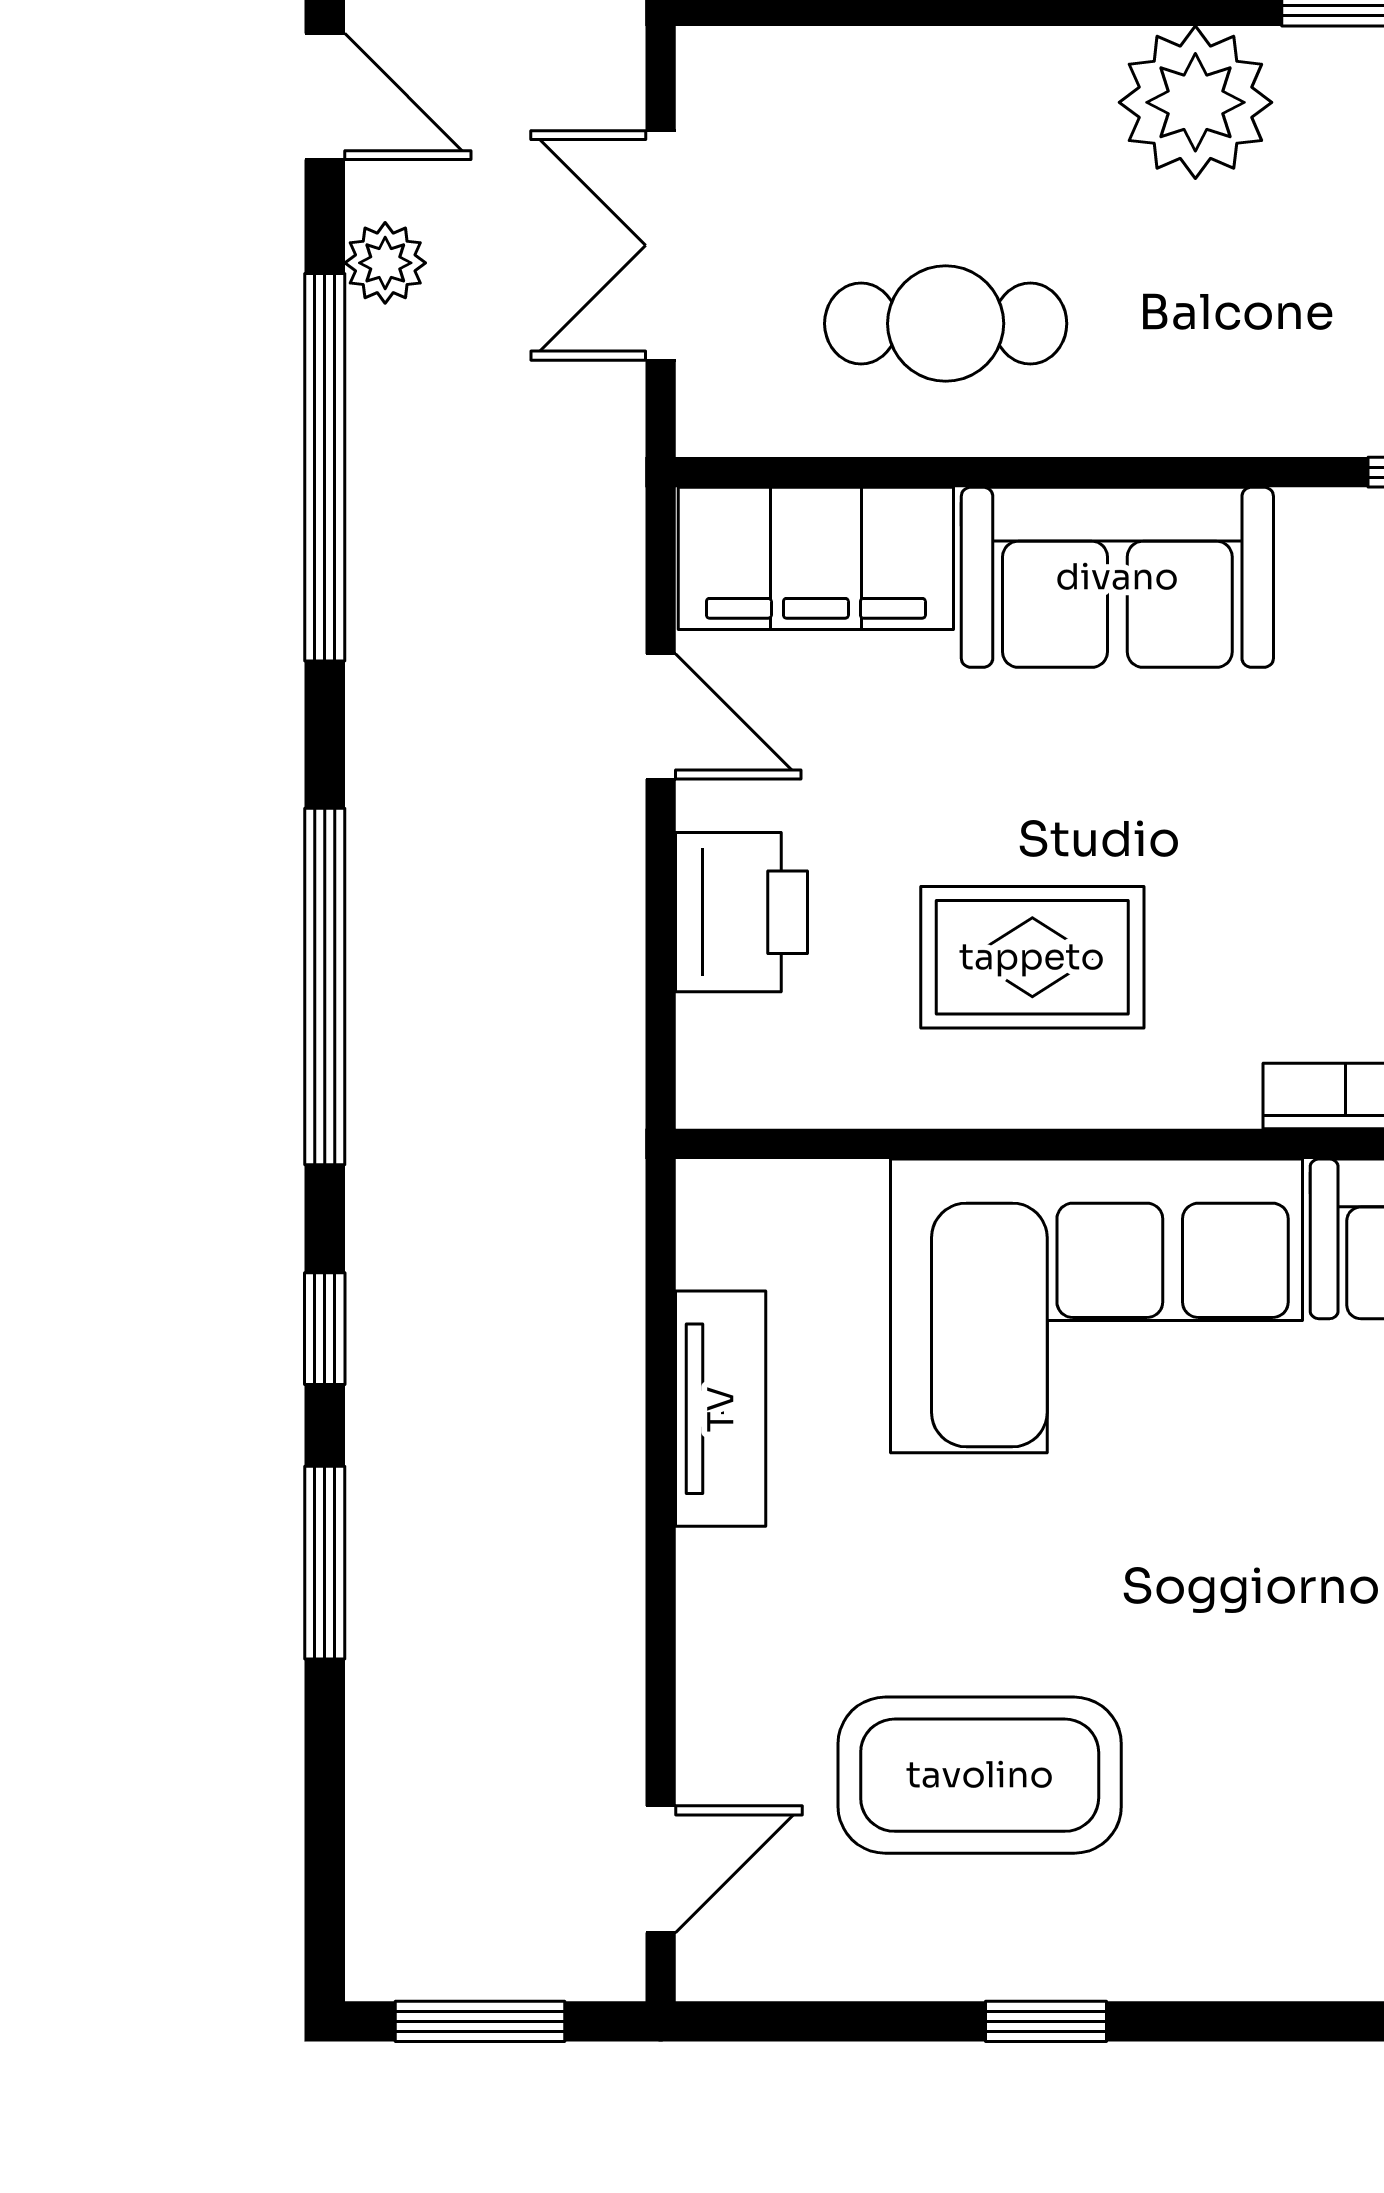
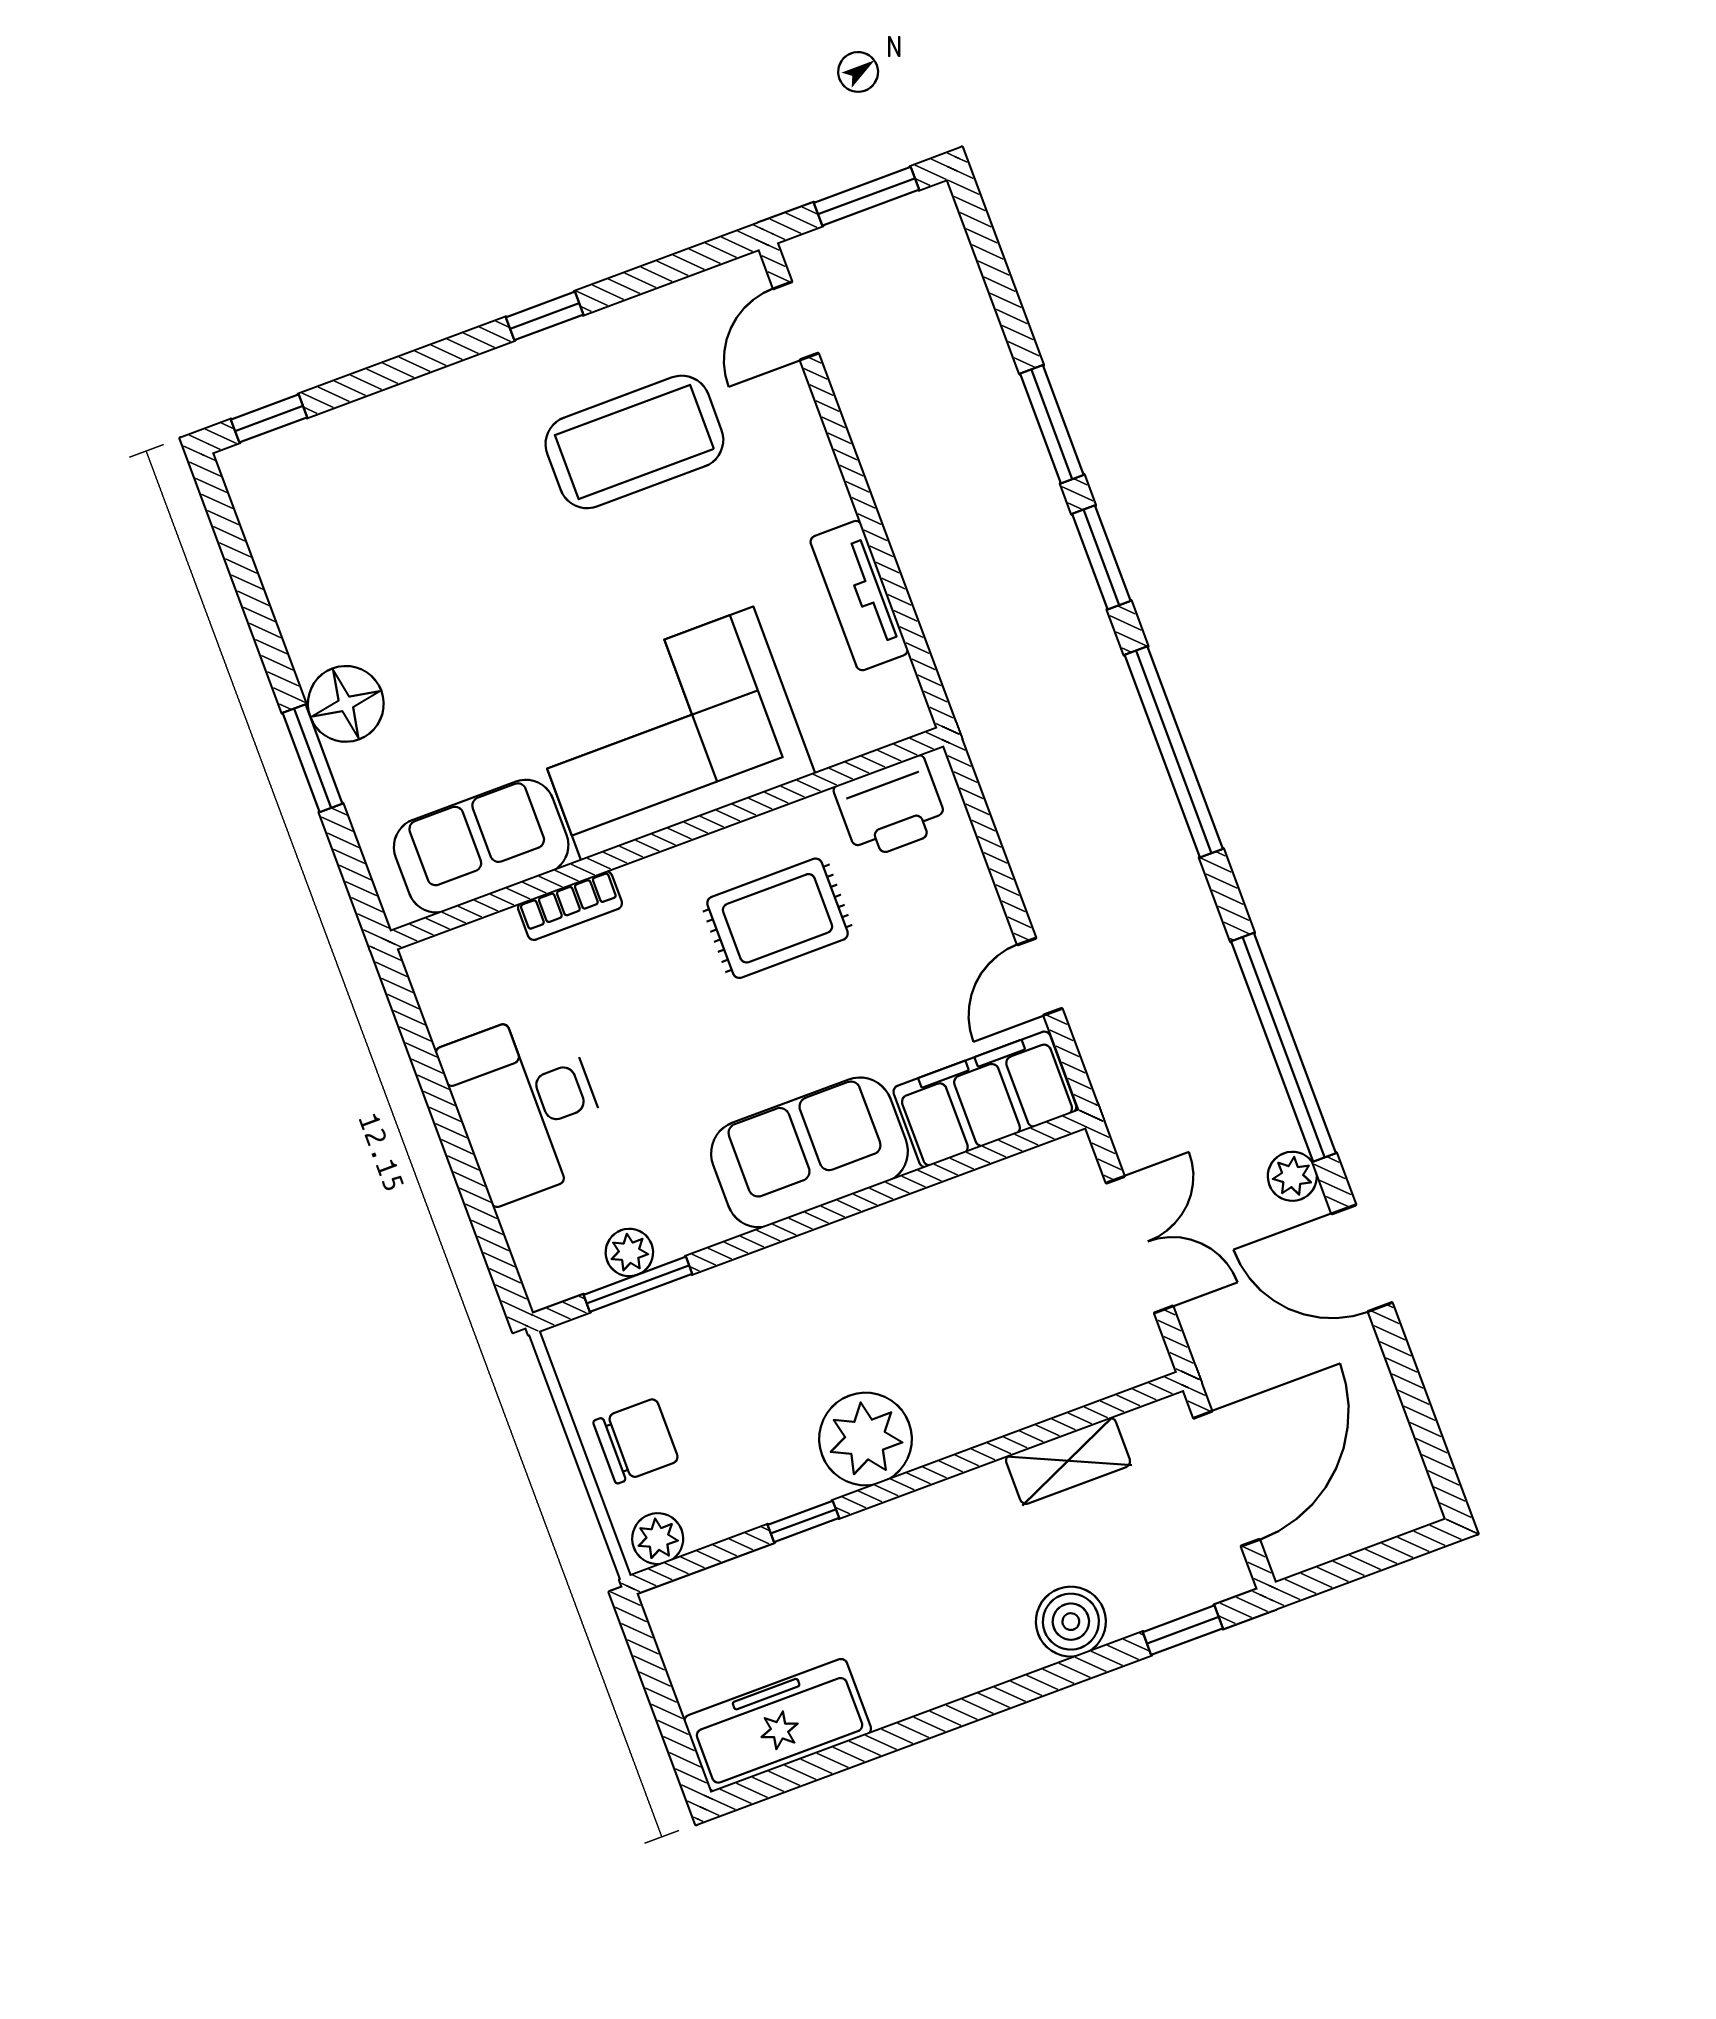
door: (325, 97) -> (1362, 1258), width x1.37
cafe table: (946, 324) -> (961, 1260), removed
door: (661, 716) -> (1040, 977), hinge flipped
printer: (742, 912) -> (891, 808), moved, turned -90
window: (325, 1329) -> (1101, 557), width x1.50

